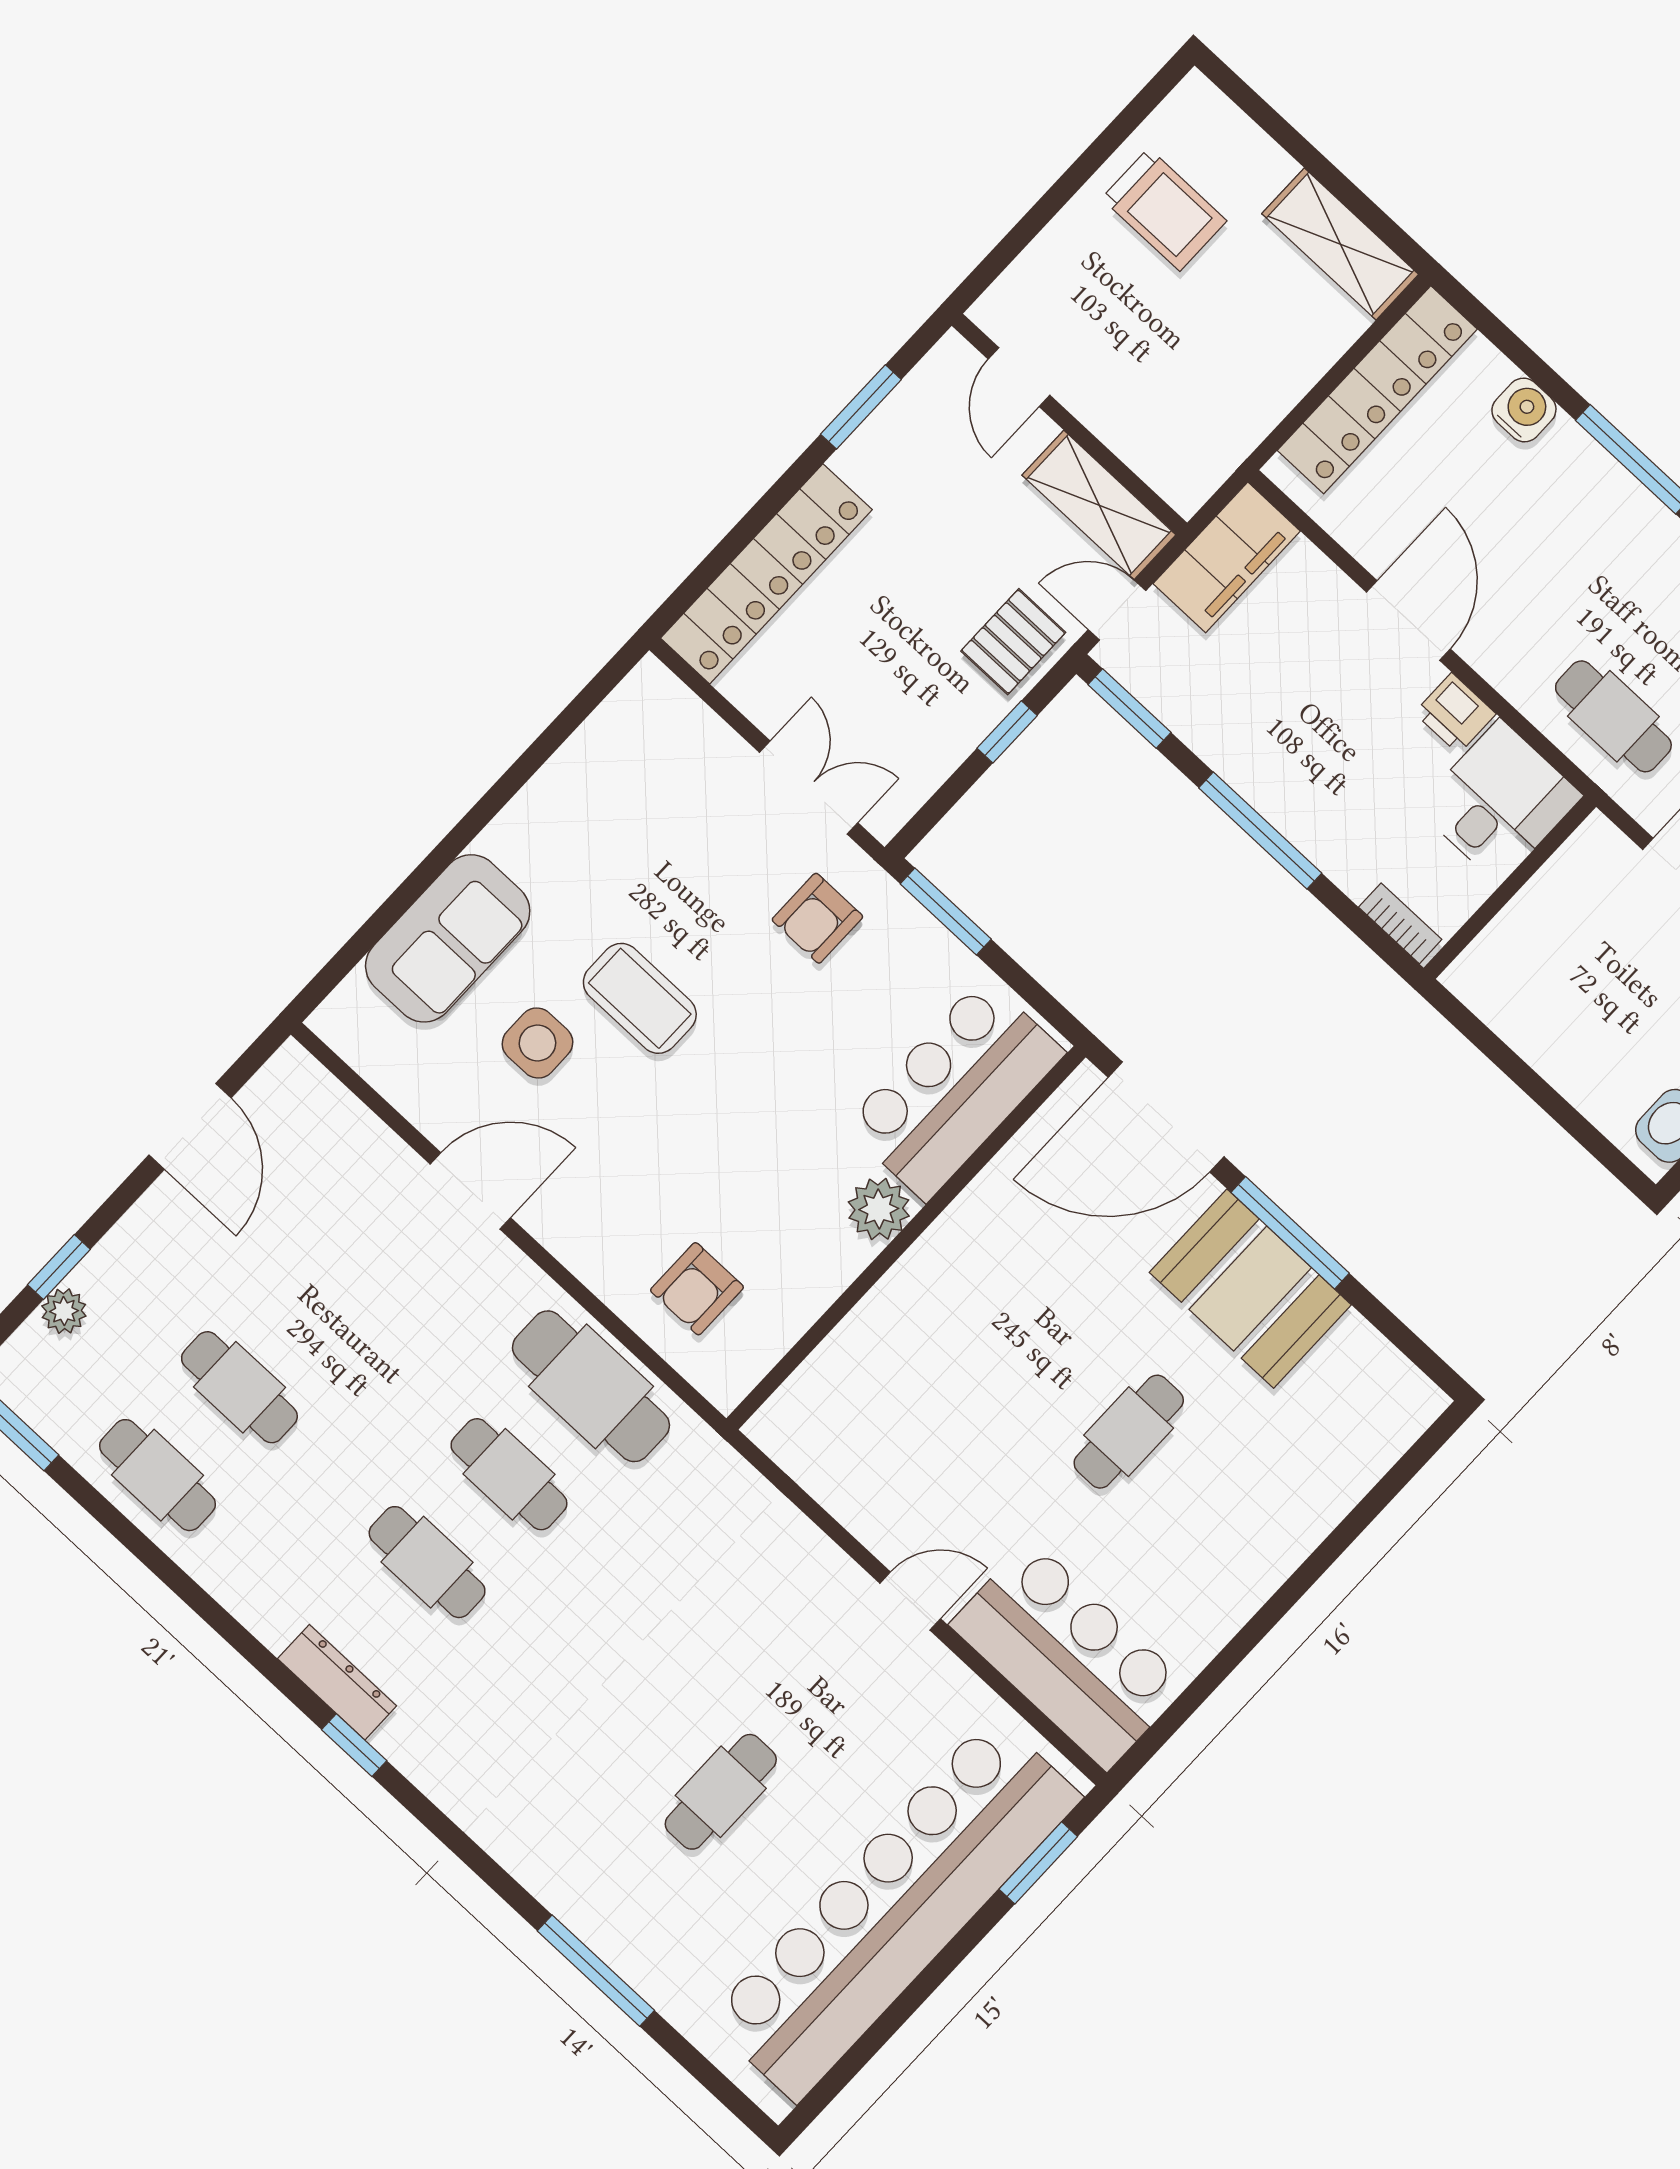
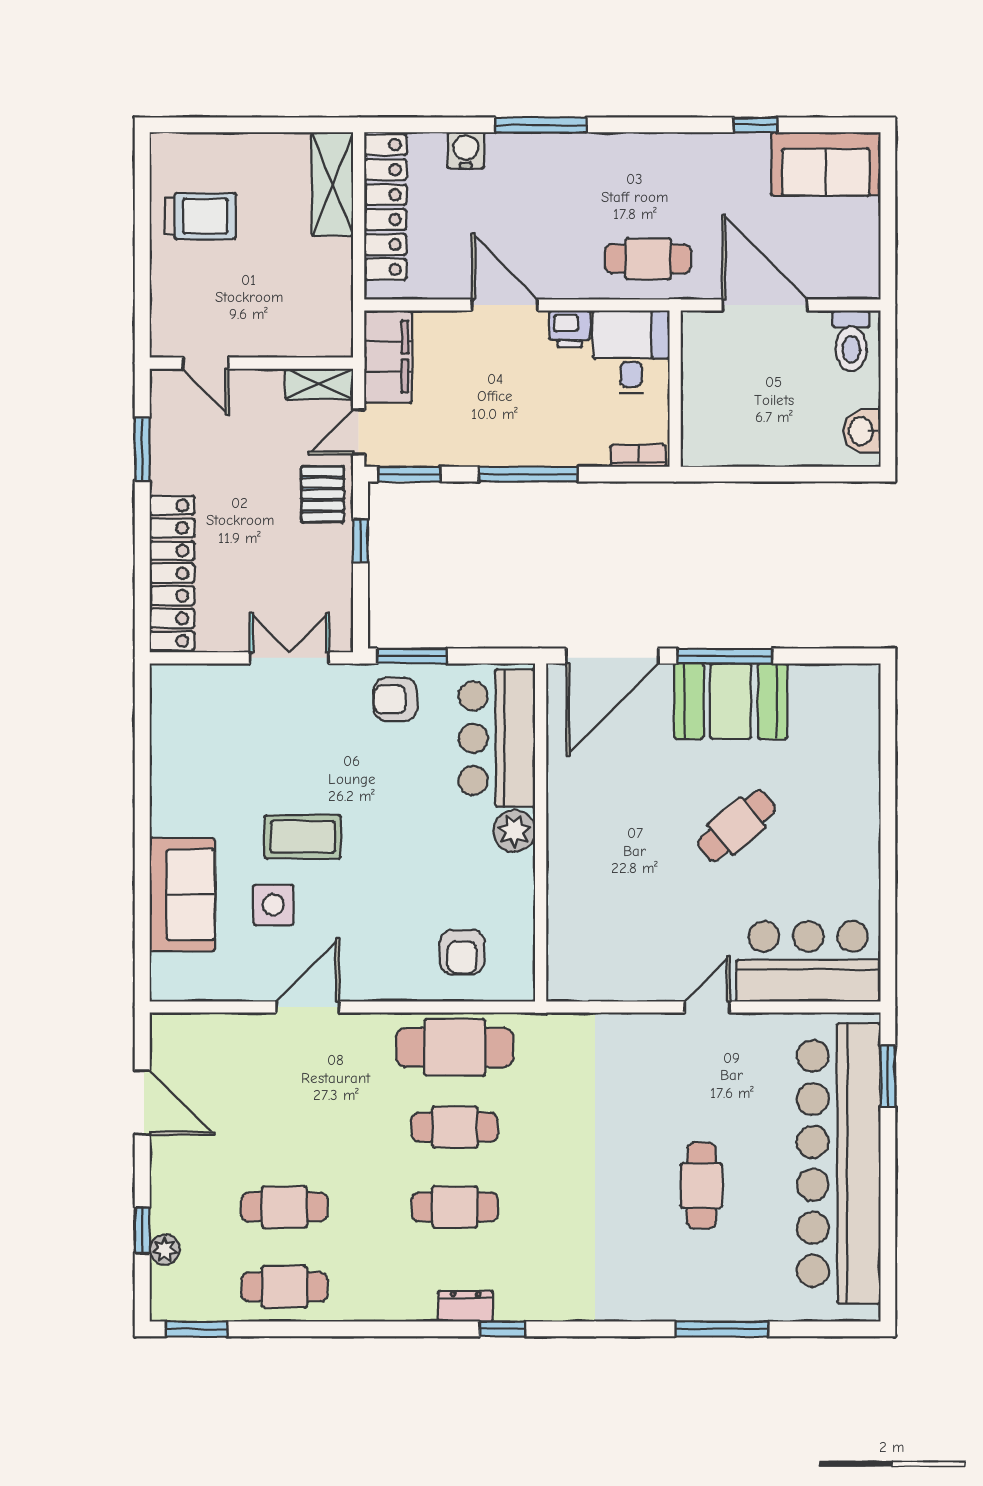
shelving: (1340, 244) -> (332, 184), moved, turned 90
shelving: (1099, 505) -> (319, 384), width x0.67, depth x0.75
armchair: (817, 918) -> (395, 699), moved, turned 90
cafe table: (1129, 1432) -> (737, 826), turned 50
dresser: (337, 1682) -> (466, 1306), width x0.70

